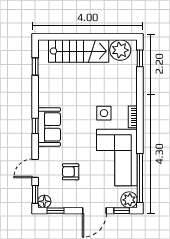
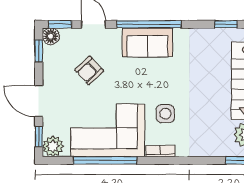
window: (35, 126) -> (149, 24), width x3.17
armchair: (71, 172) -> (89, 70), turned -133
window: (140, 178) -> (105, 160), moved

